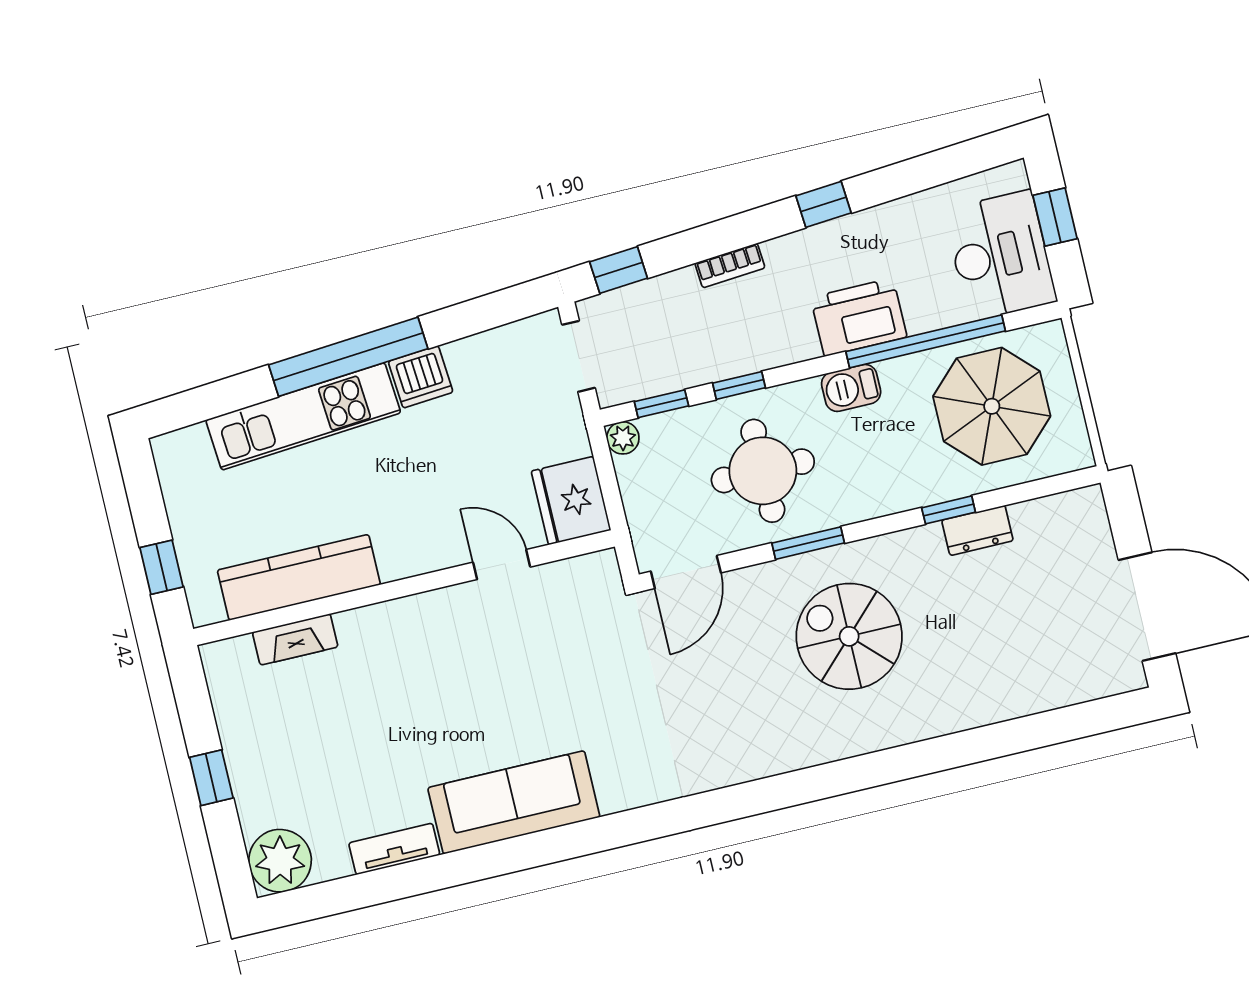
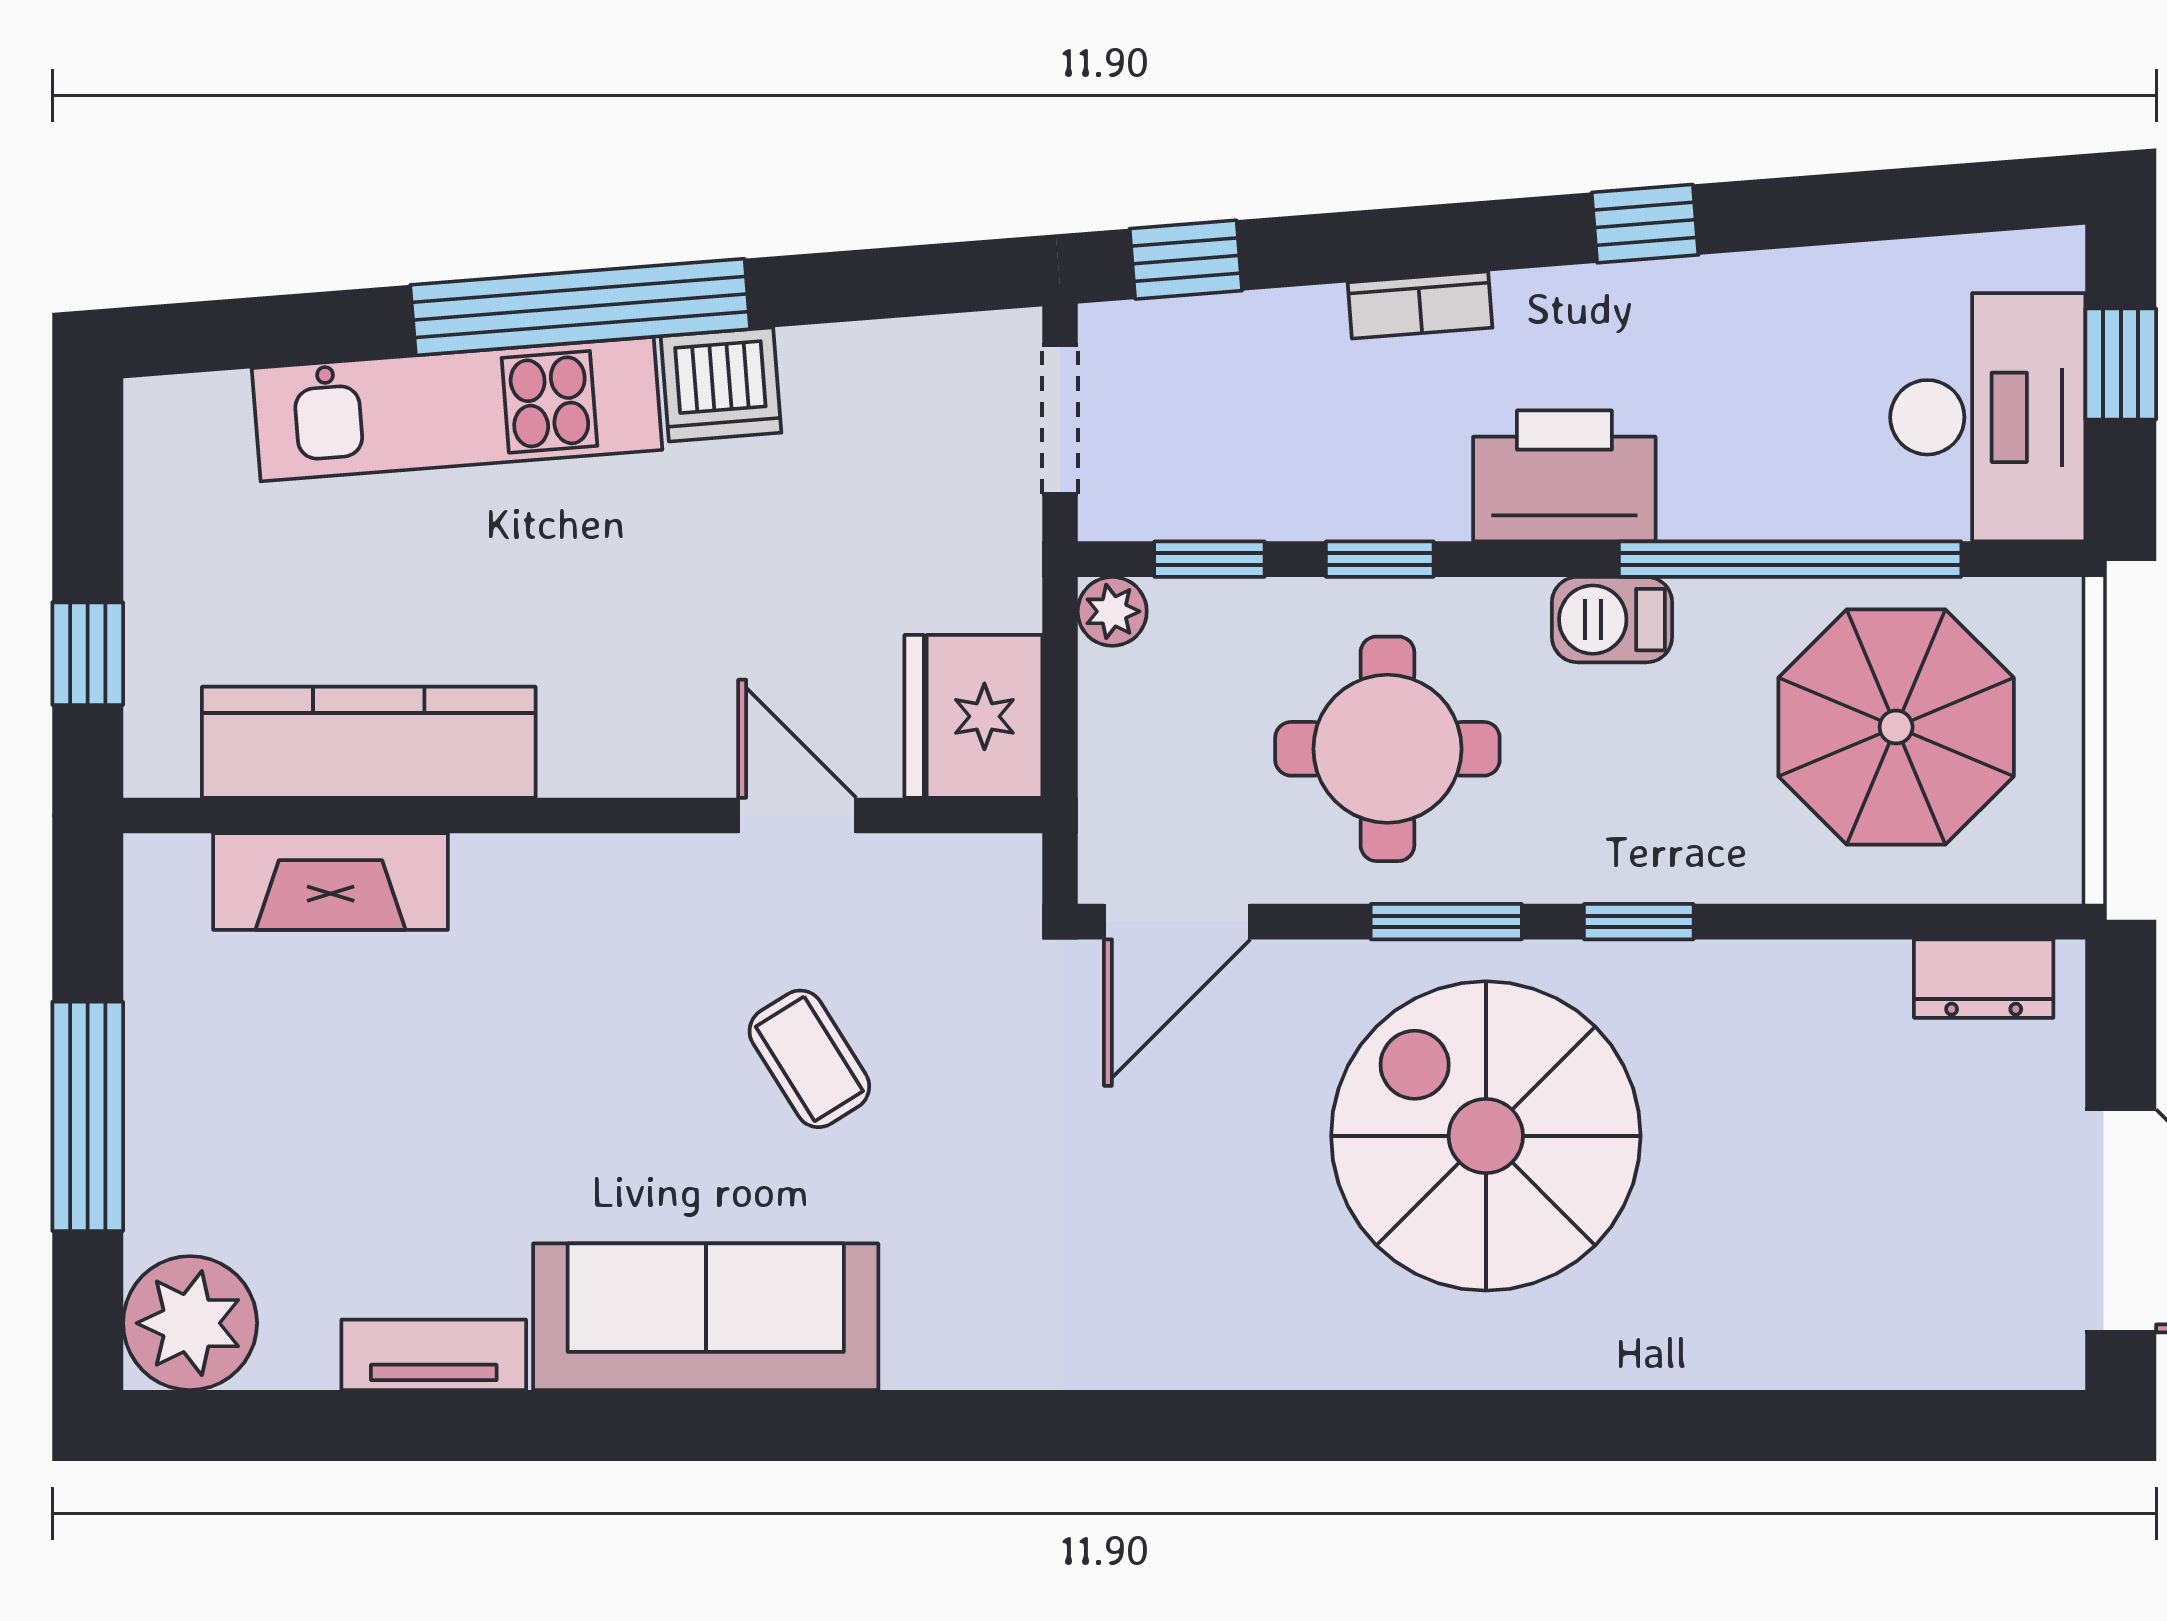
printer: (859, 317) -> (1564, 476), moved
window: (949, 510) -> (1639, 922), moved
dresser: (977, 530) -> (1984, 979), moved
spiral stairs: (849, 636) -> (1486, 1136), width x1.37, depth x1.37
fireplace: (295, 639) -> (331, 881), width x1.37, depth x1.32
coffee table: (533, 674) -> (809, 1059), added
window: (211, 778) -> (88, 1116), width x2.17

